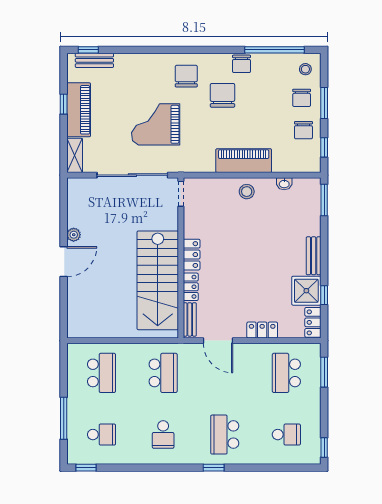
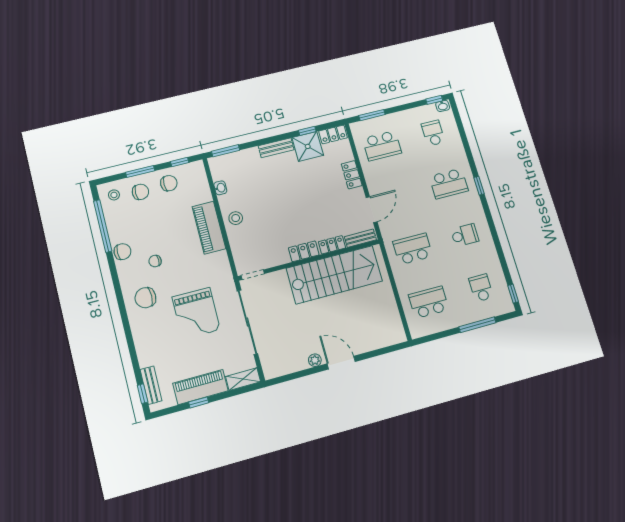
chair: (222, 95) -> (155, 261), width x0.54, depth x0.54
washbasin: (315, 455) -> (443, 106), added

